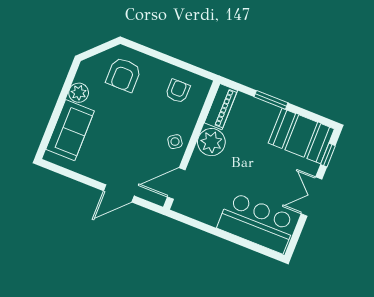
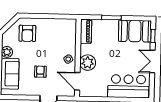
armchair: (178, 91) -> (40, 72), moved
plant: (211, 142) -> (88, 63), moved
door: (176, 184) -> (77, 81), hinge flipped

